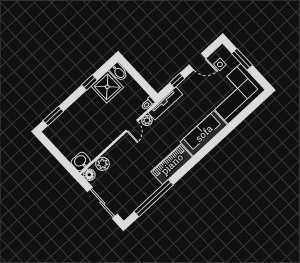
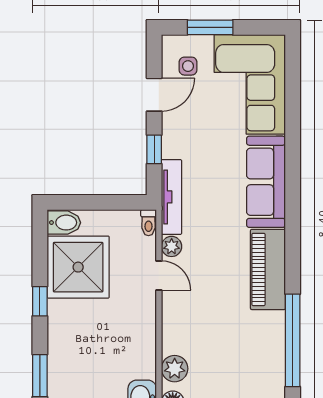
window: (89, 82) -> (40, 301), moved
shower: (107, 87) -> (78, 267), width x1.37, depth x1.37

